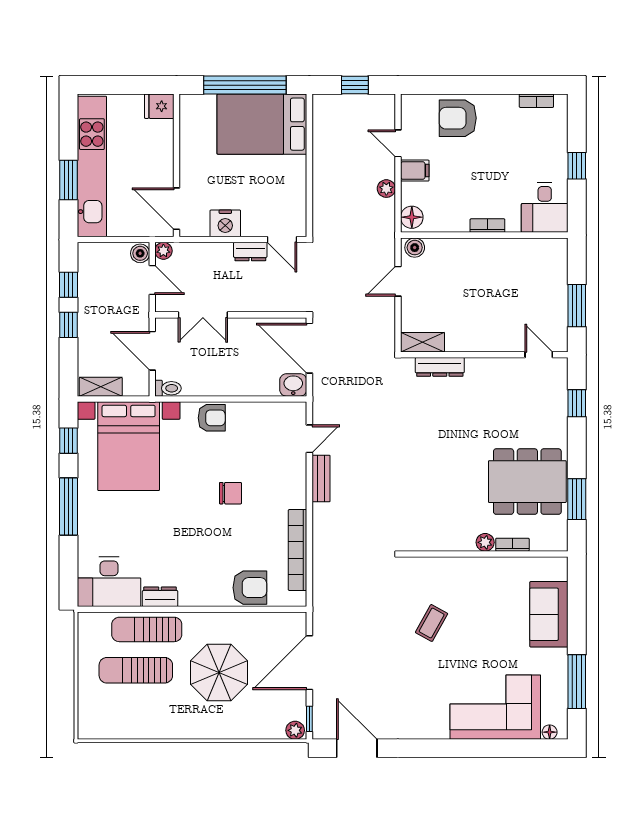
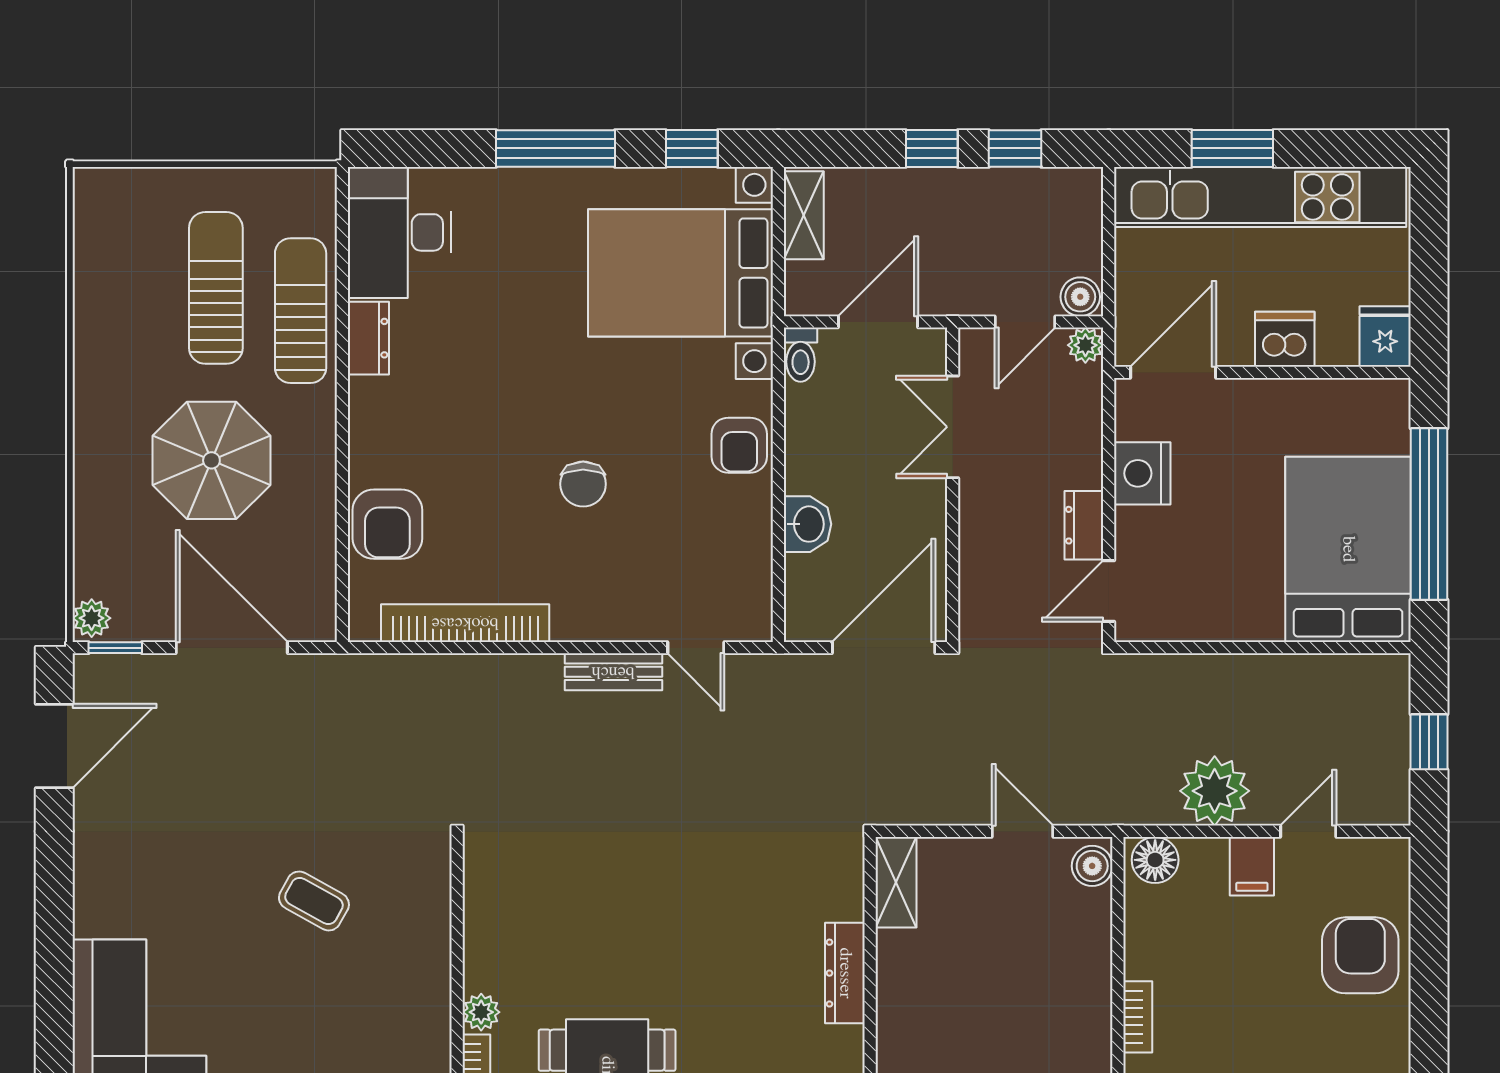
dishwasher: (161, 155) -> (1285, 339), added
plant: (386, 189) -> (1215, 791), width x1.88, depth x1.88
dresser: (440, 367) -> (845, 973), moved
washbasin: (293, 385) -> (807, 524), moved

